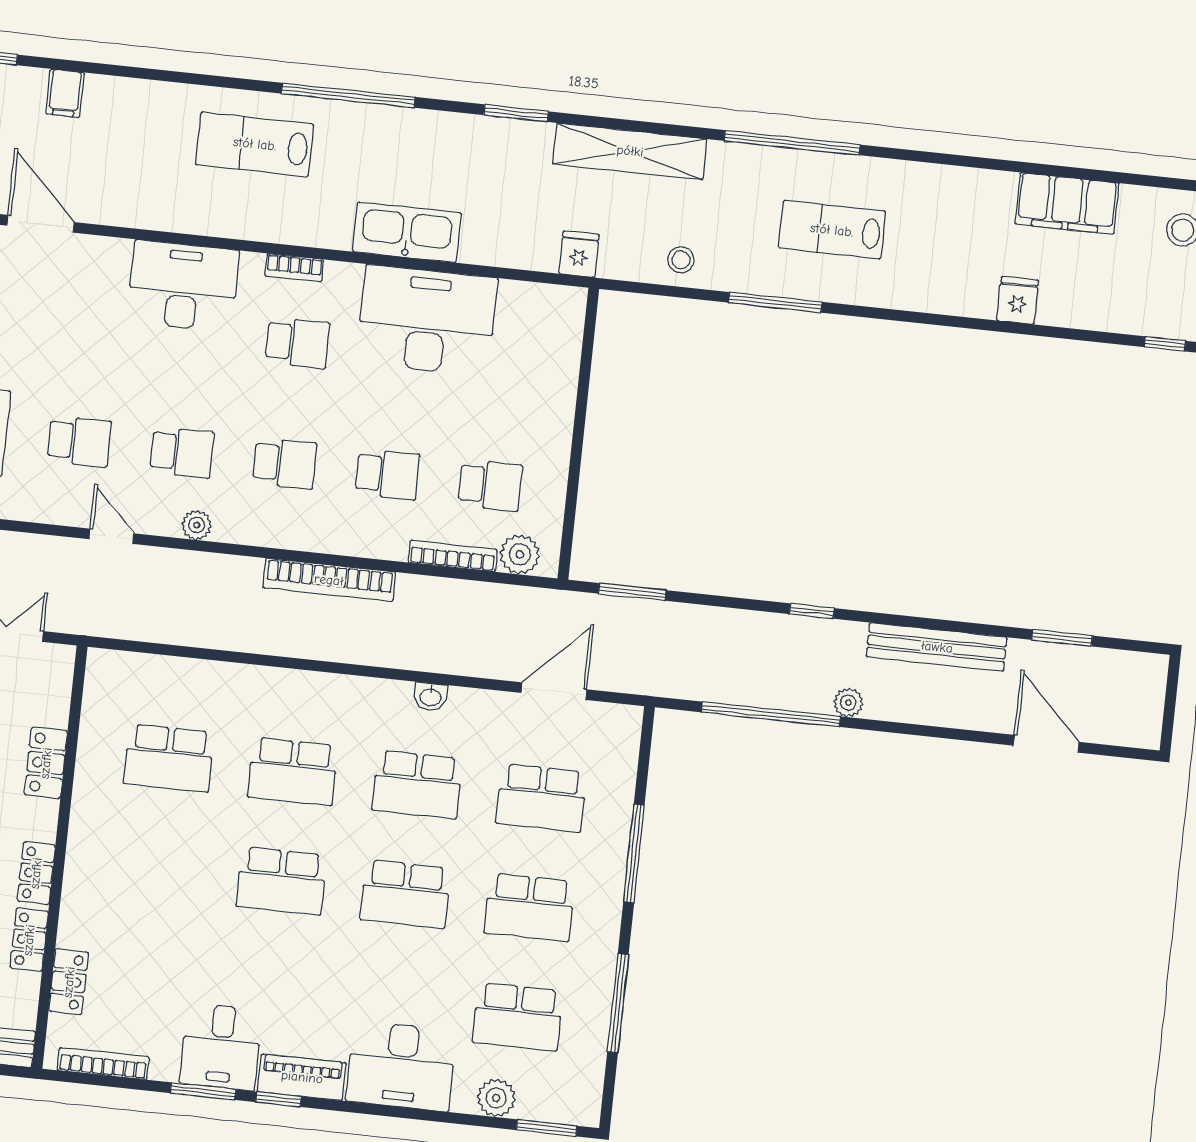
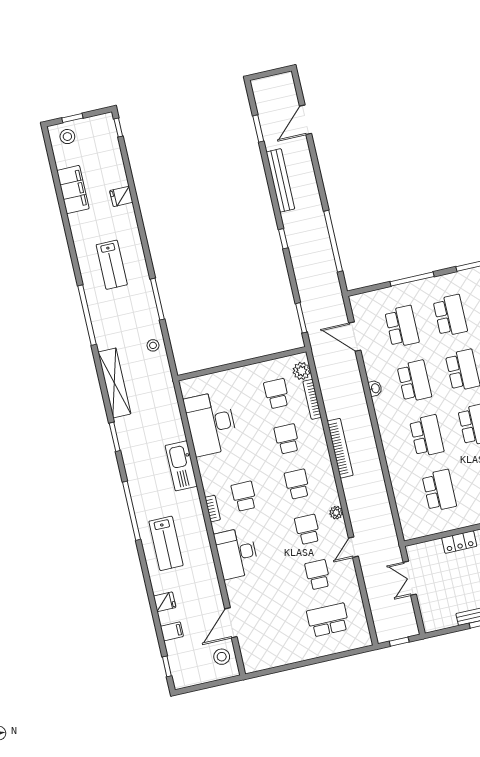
lab bench: (832, 230) -> (112, 265), moved
fridge: (579, 254) -> (165, 602), moved, turned 180
desk: (427, 321) -> (211, 423), moved
plant: (848, 703) -> (317, 210), removed

